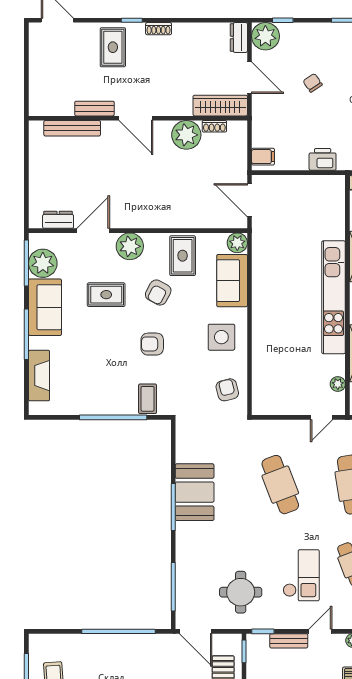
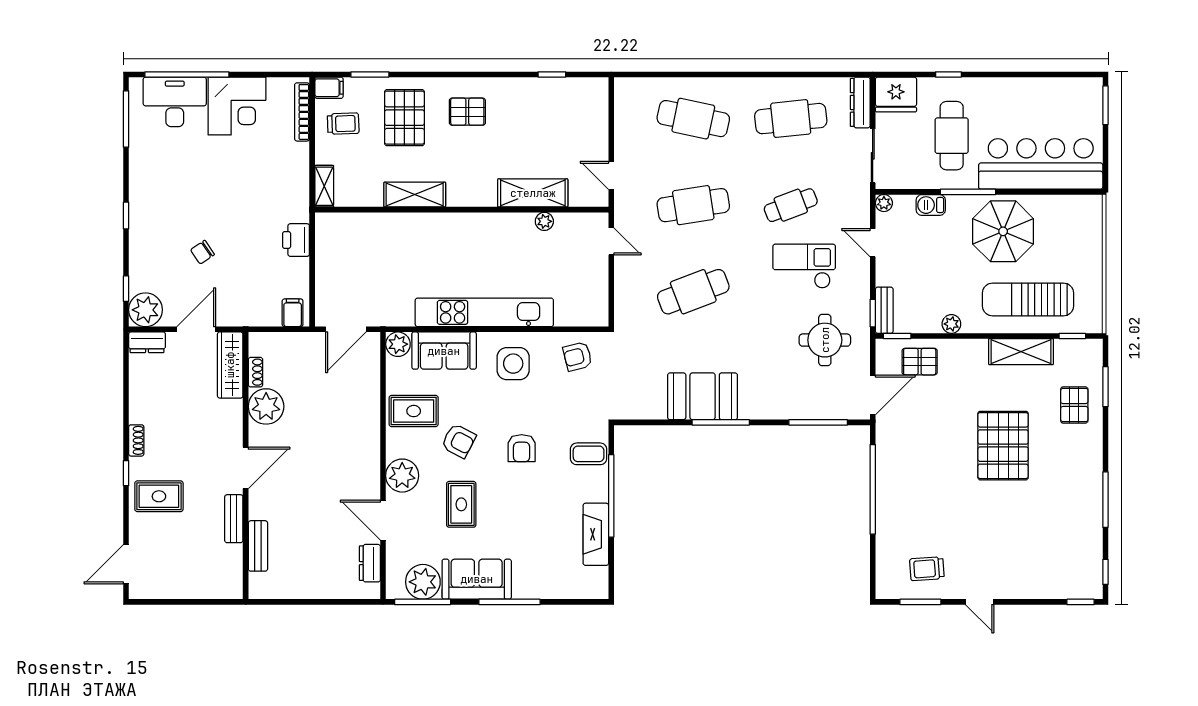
bench: (72, 128) -> (258, 546), width x0.73
kitchen unit: (334, 297) -> (484, 312), moved, turned 180
fireplace: (39, 376) -> (596, 534), moved, turned -90
plant: (338, 384) -> (544, 221), moved
bench: (289, 641) -> (884, 310), moved

